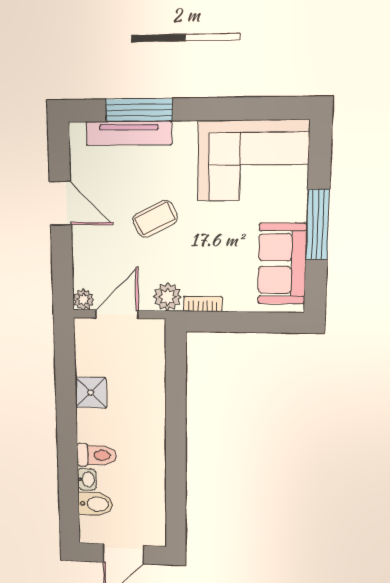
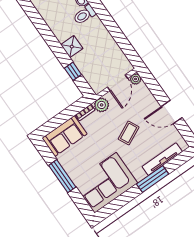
window: (139, 110) -> (153, 179), moved
sofa: (282, 264) -> (65, 136), moved, turned 90
window: (176, 383) -> (73, 71), added
shower: (91, 393) -> (72, 47), moved

